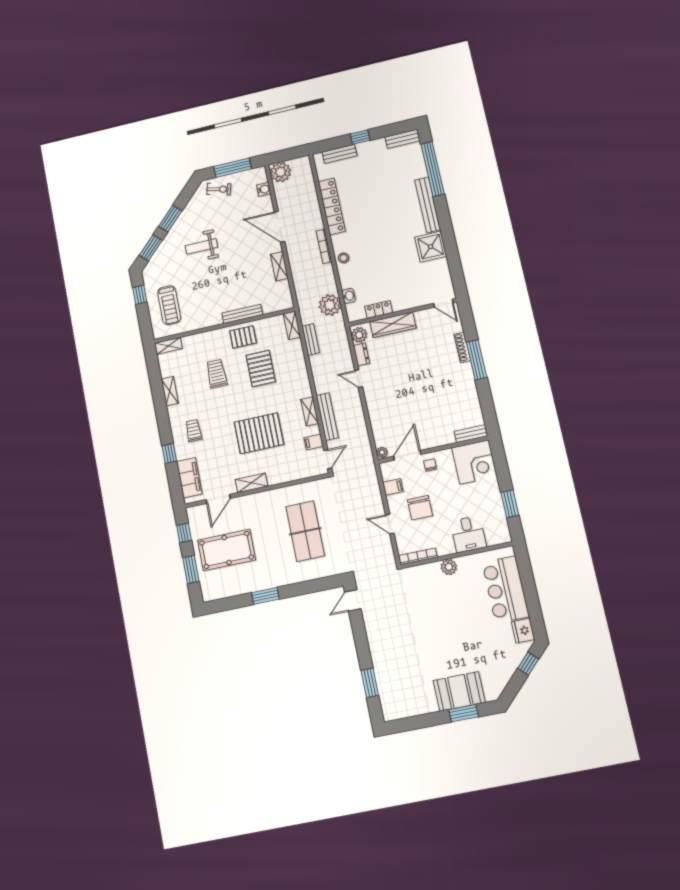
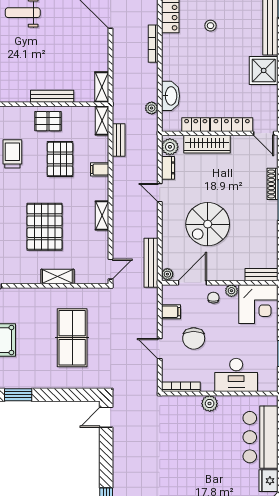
stool: (344, 258) -> (210, 26), moved
shelving: (279, 266) -> (102, 87), moved
washbasin: (349, 296) -> (170, 96), width x1.91, depth x1.45
locker: (412, 302) -> (232, 125), added
plant: (330, 305) -> (152, 108), width x0.53, depth x0.53
spiral stairs: (410, 398) -> (208, 224), added
bench: (327, 417) -> (151, 263), moved
pallet: (259, 433) -> (45, 227), turned 90
filing cabinet: (314, 442) -> (100, 169), moved
plant: (446, 455) -> (231, 291), added
shelving: (251, 483) -> (57, 277), moved
desk: (468, 534) -> (236, 375), width x1.37

